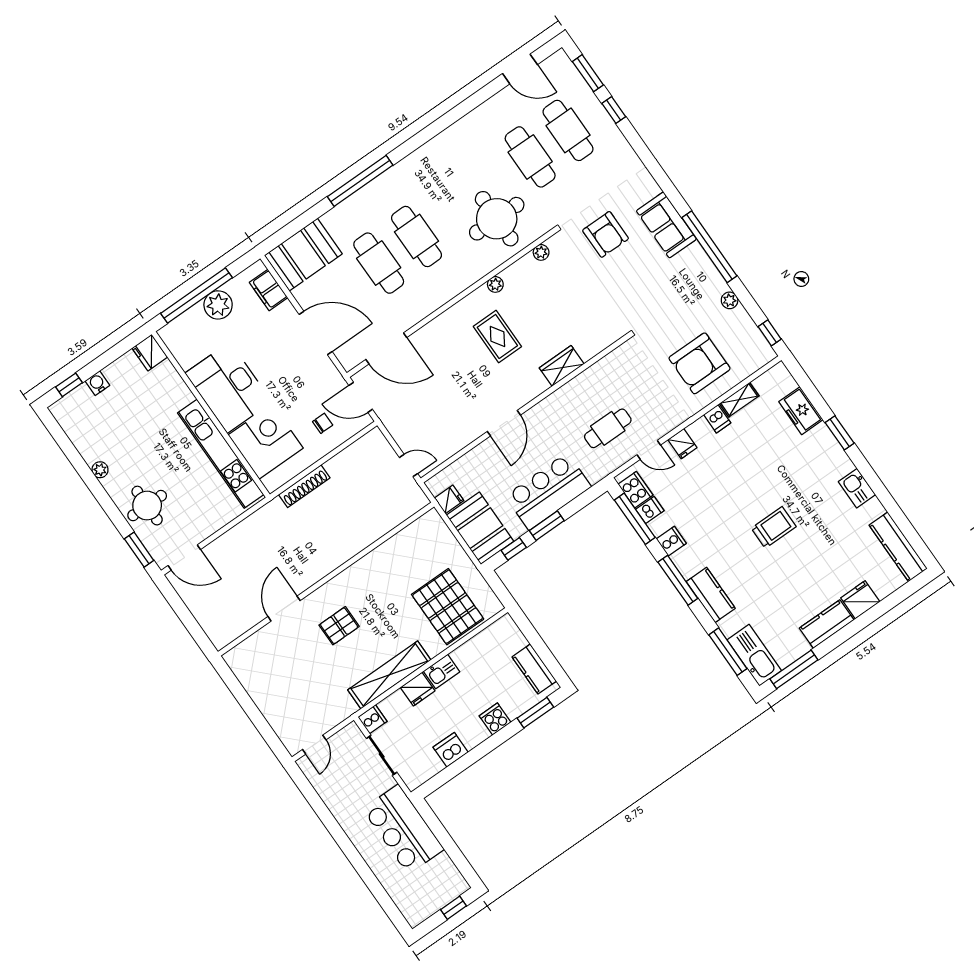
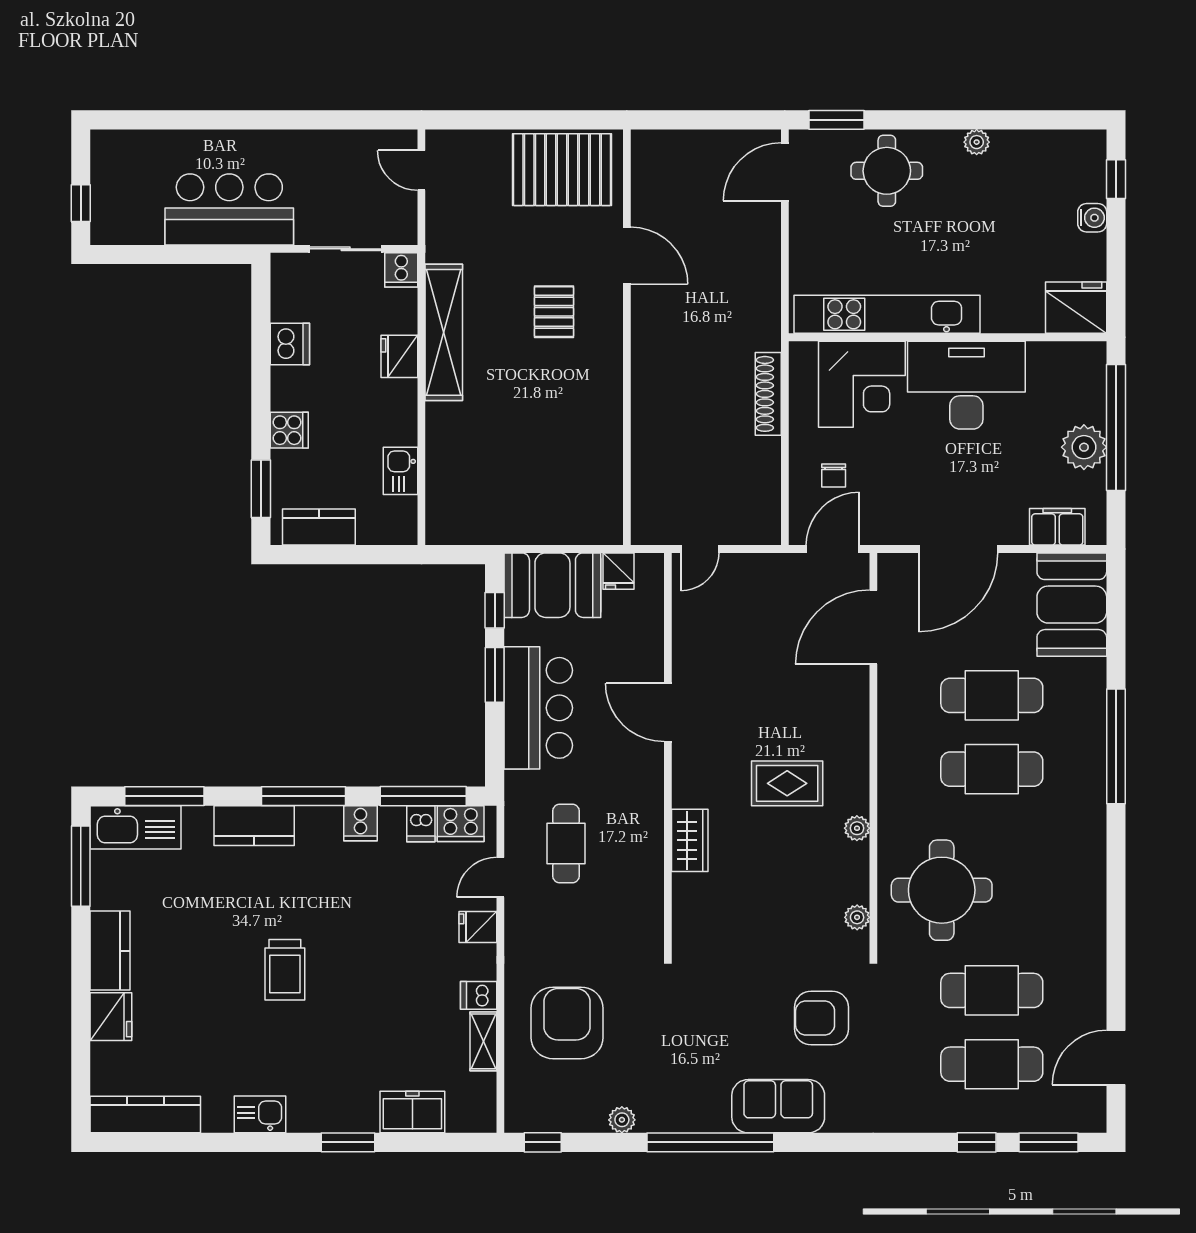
fridge: (150, 353) -> (1076, 308), width x1.36, depth x1.34
pallet: (448, 607) -> (562, 170), moved
kitchen sink: (442, 671) -> (400, 471), moved

